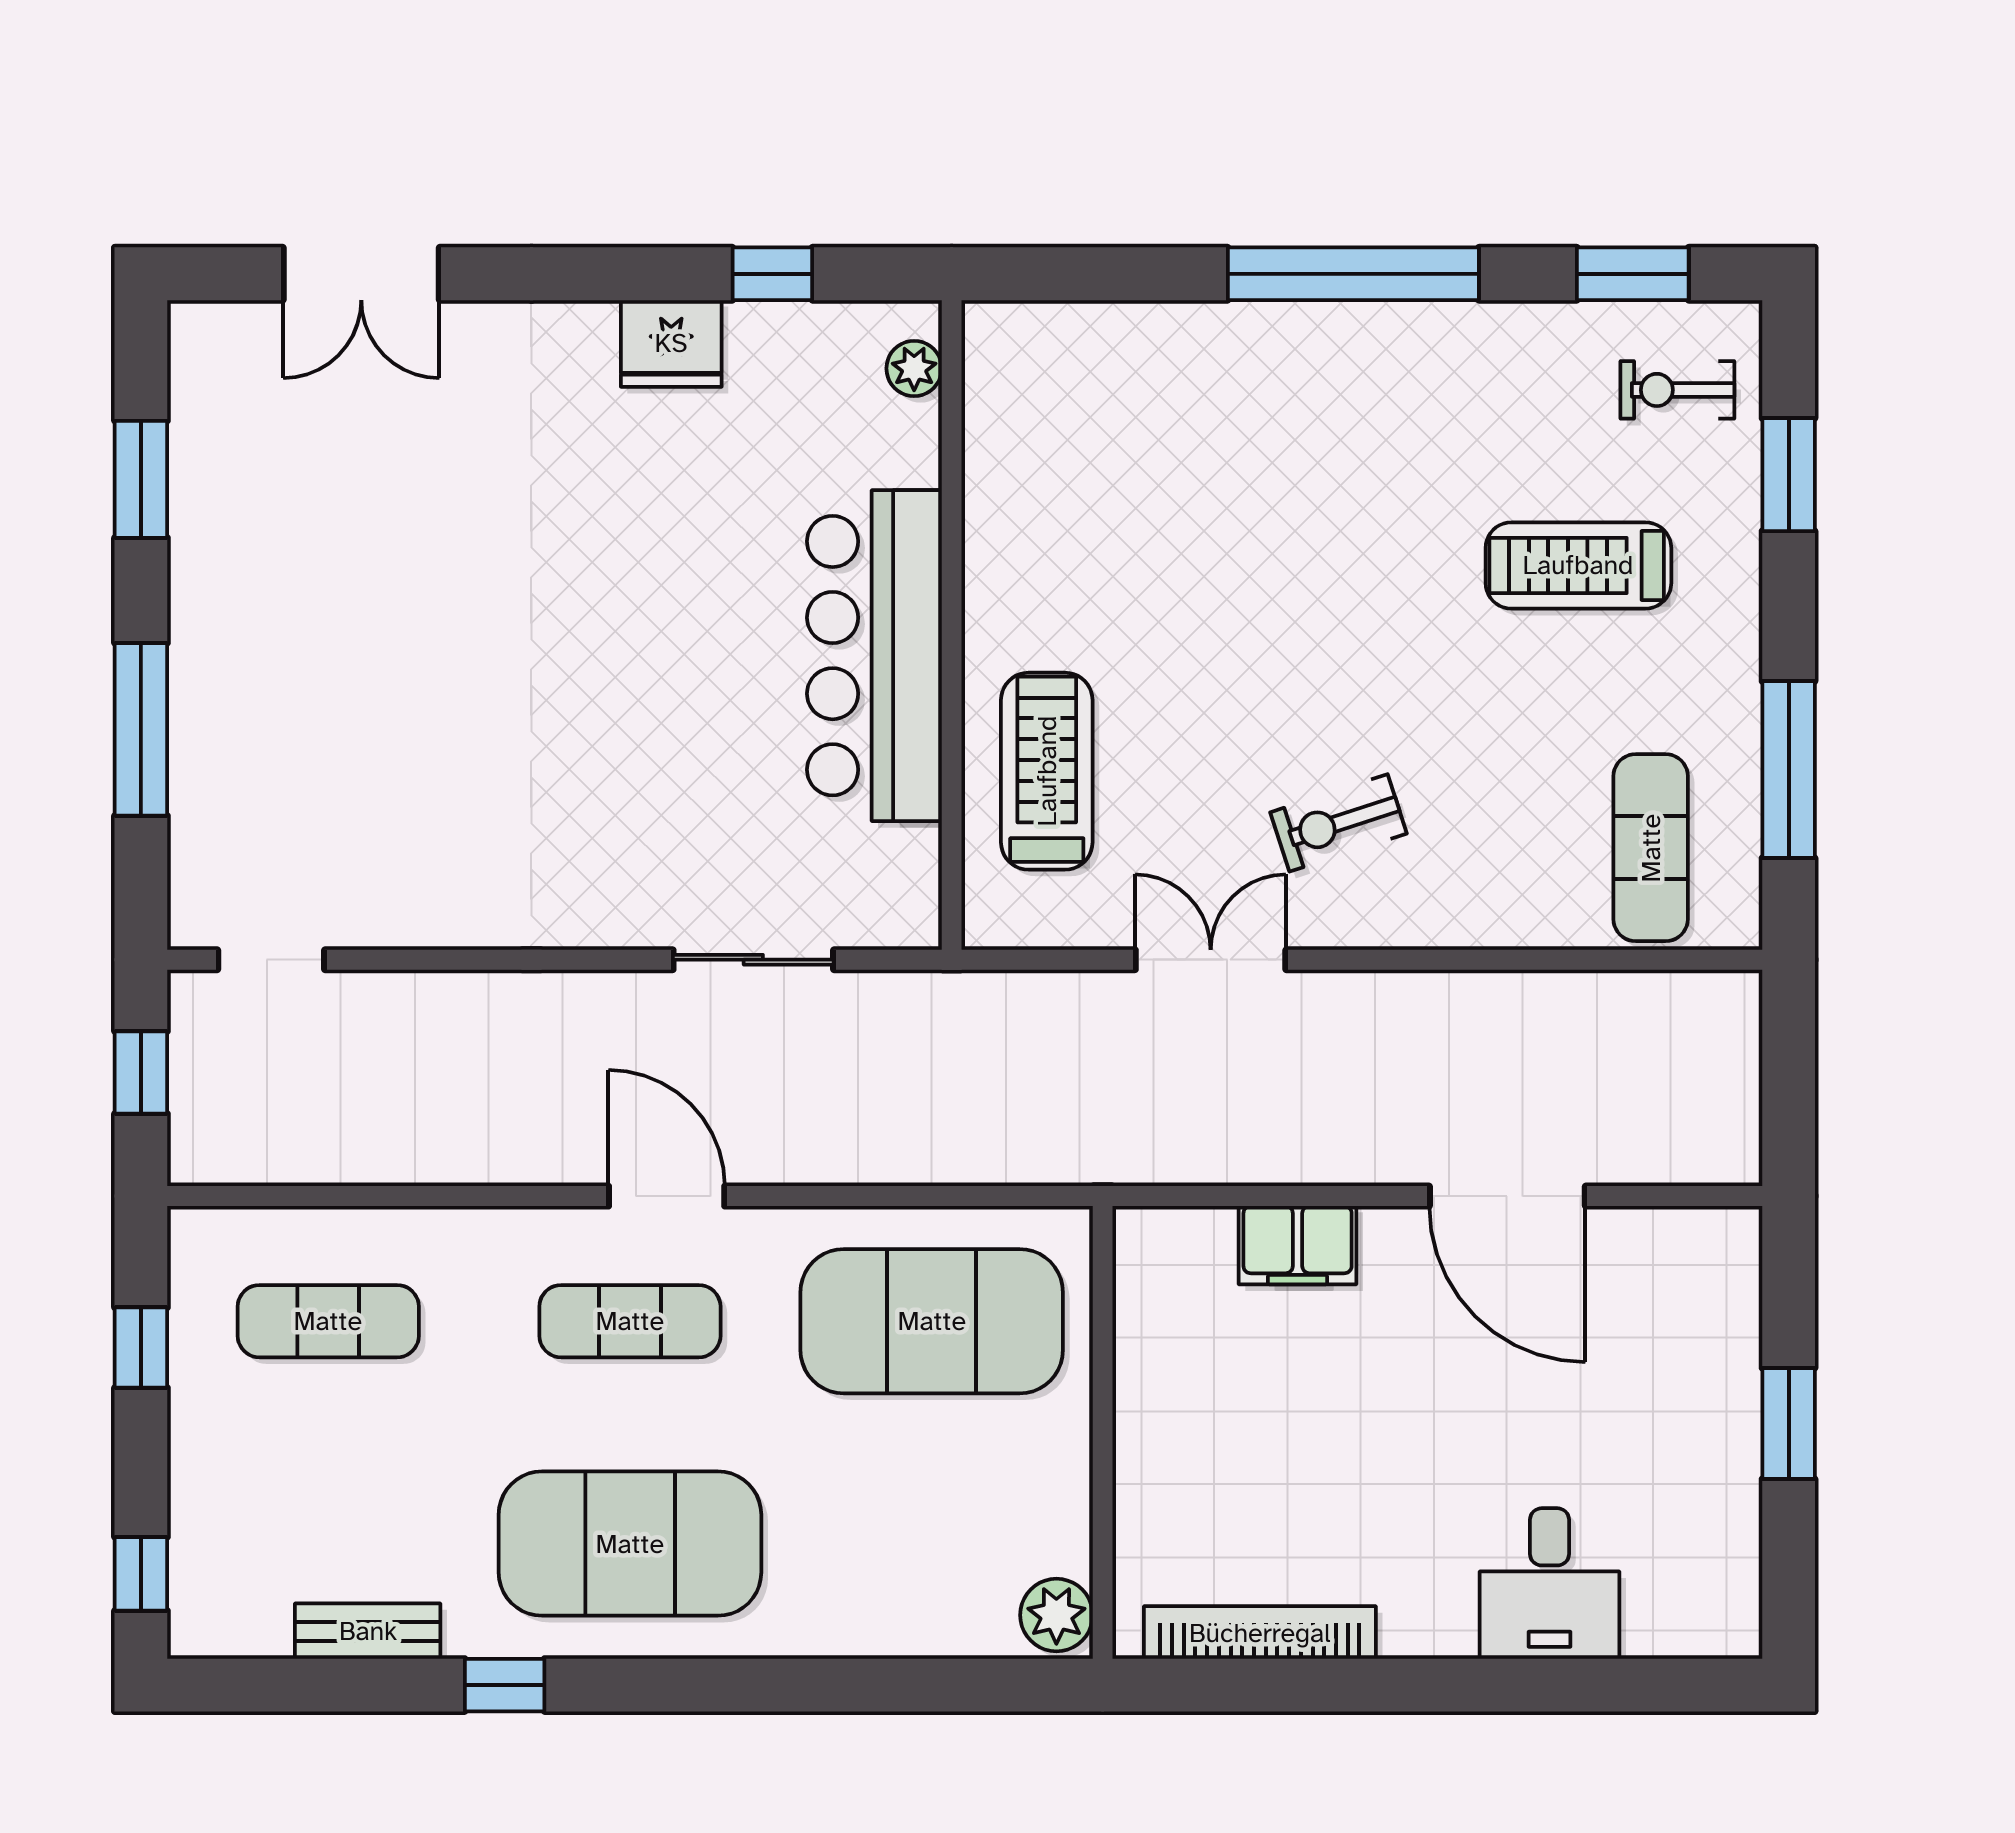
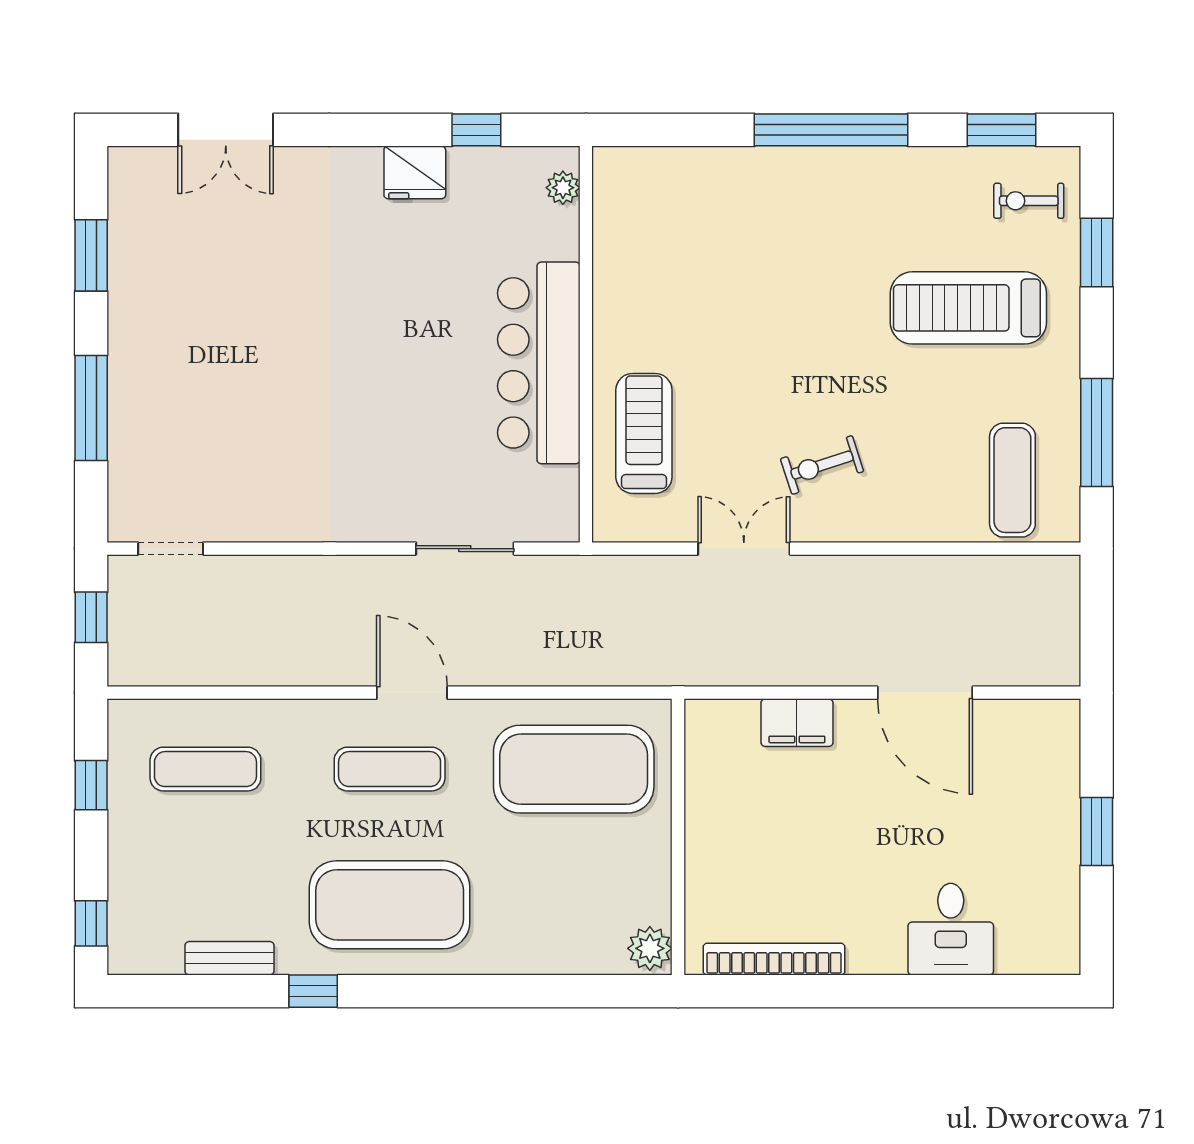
treadmill: (1578, 565) -> (968, 308), width x1.37, depth x1.38

